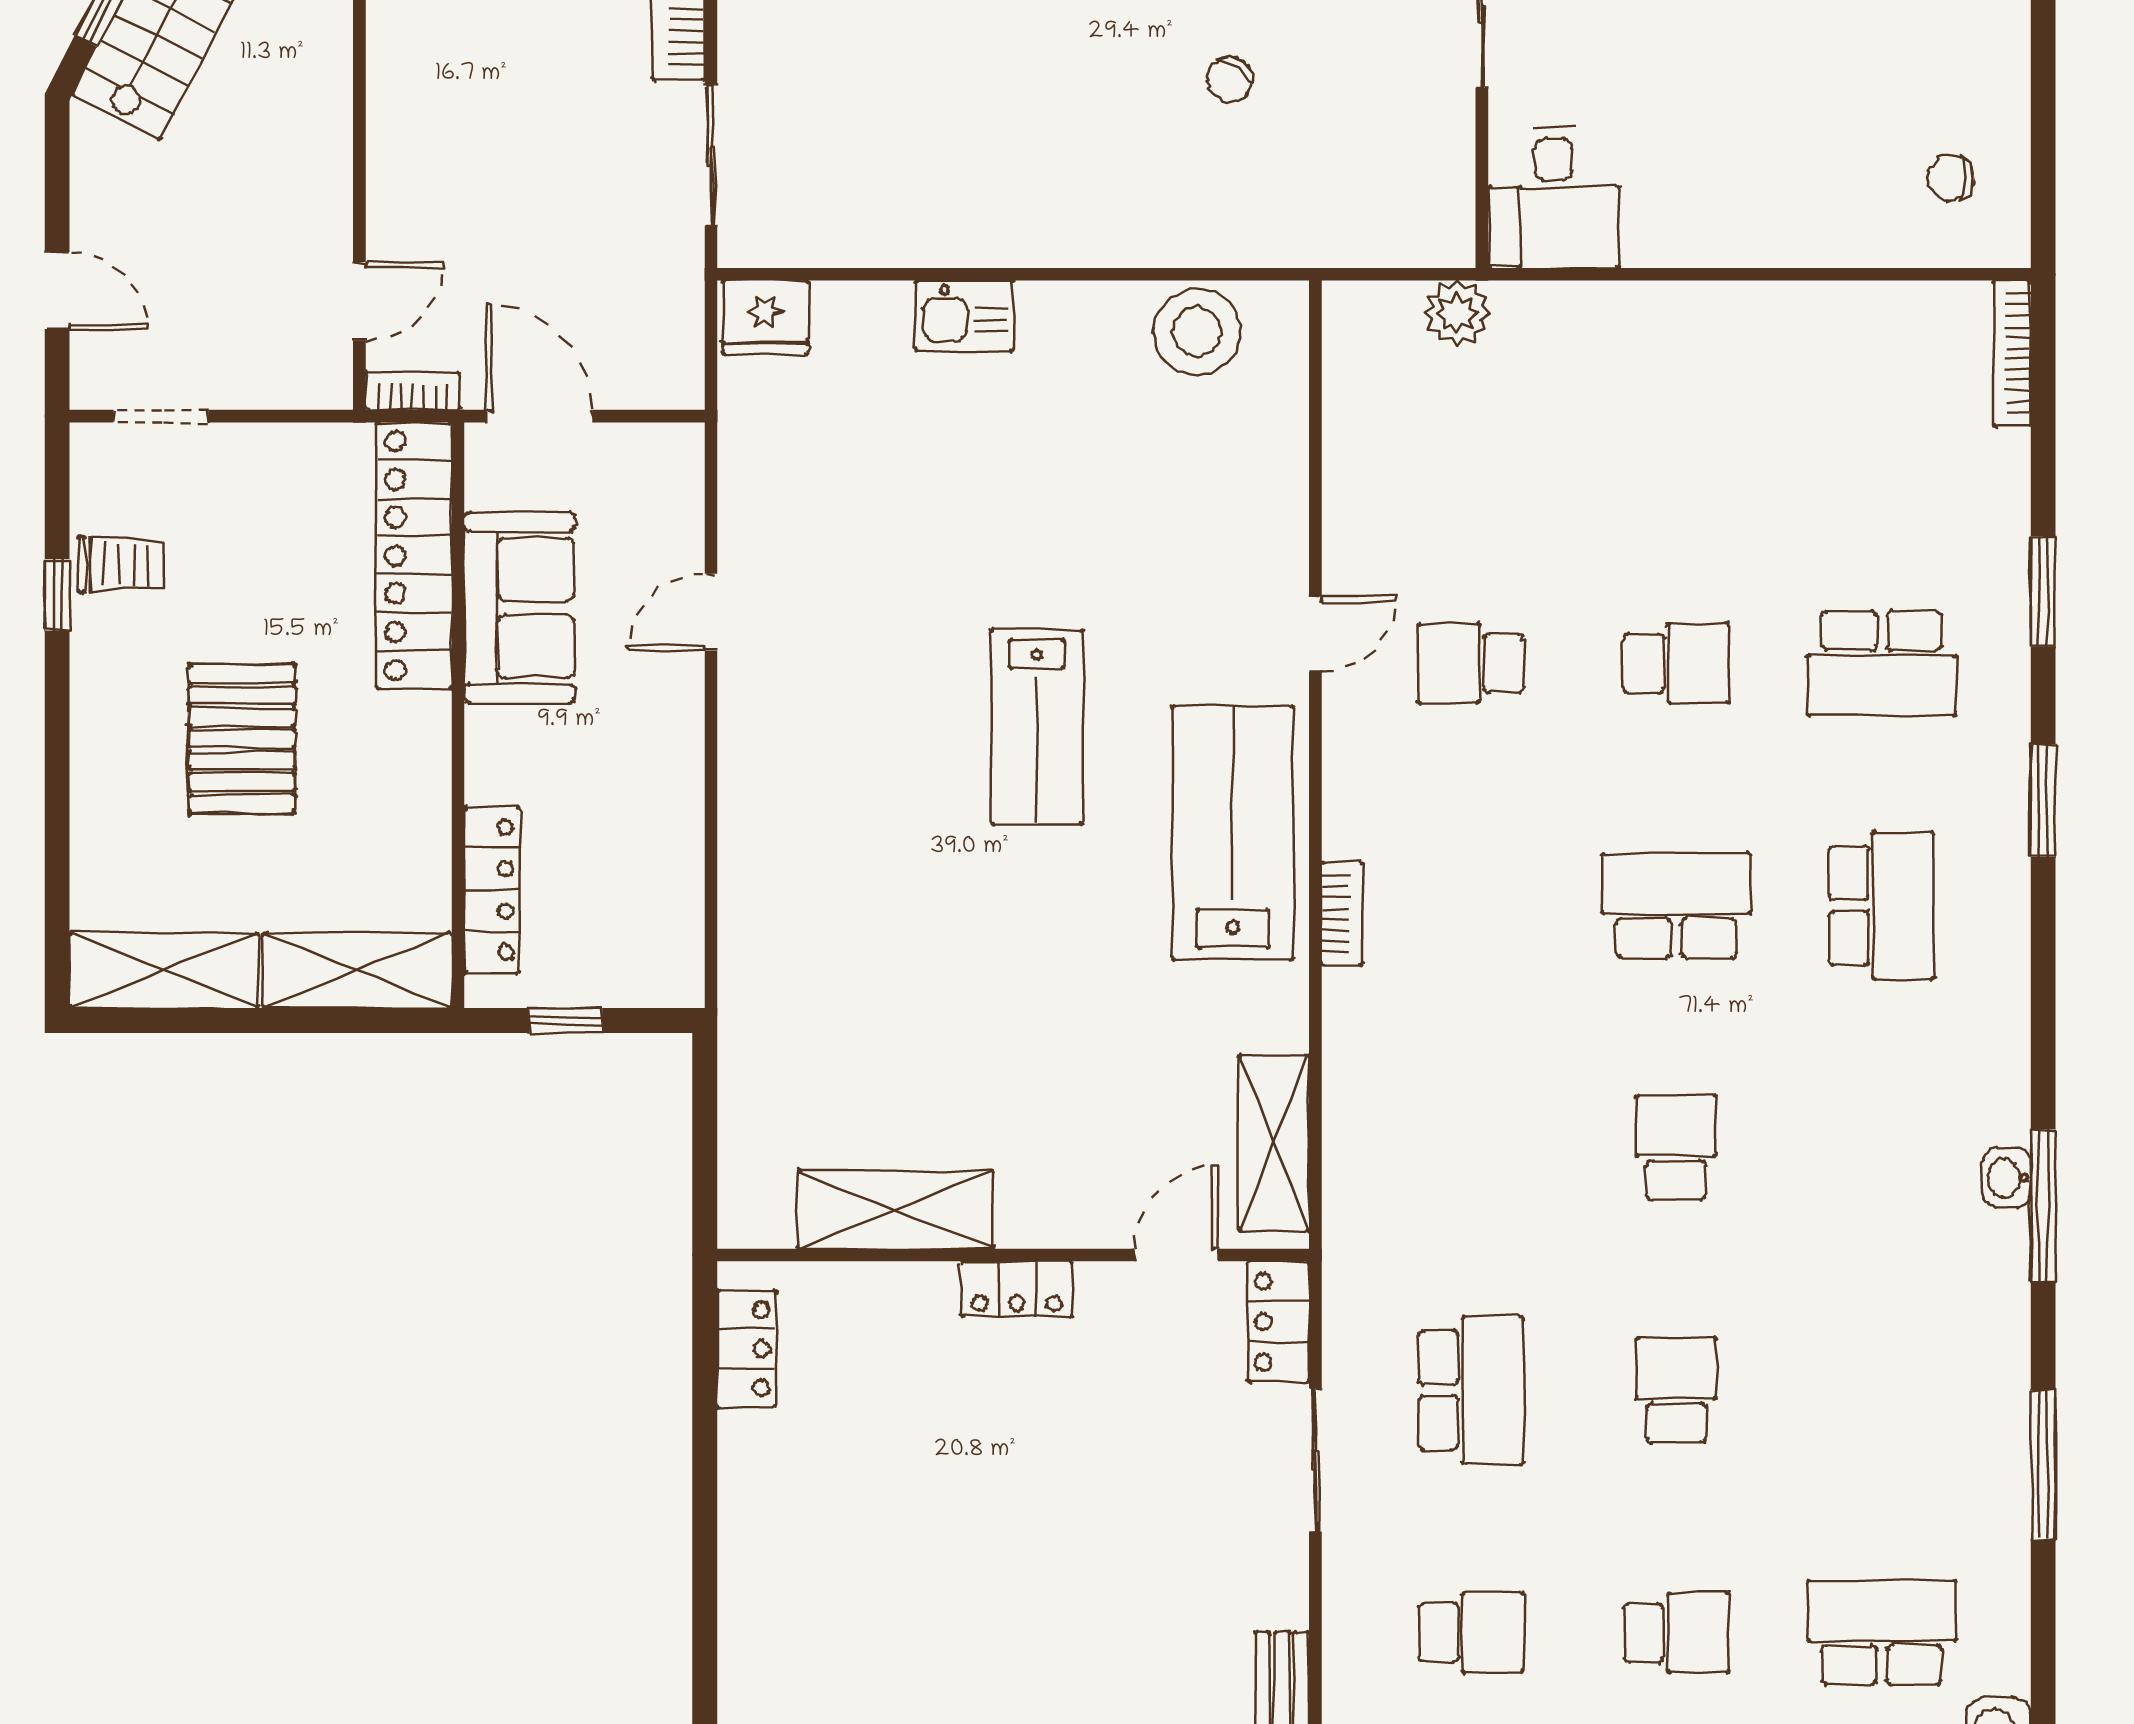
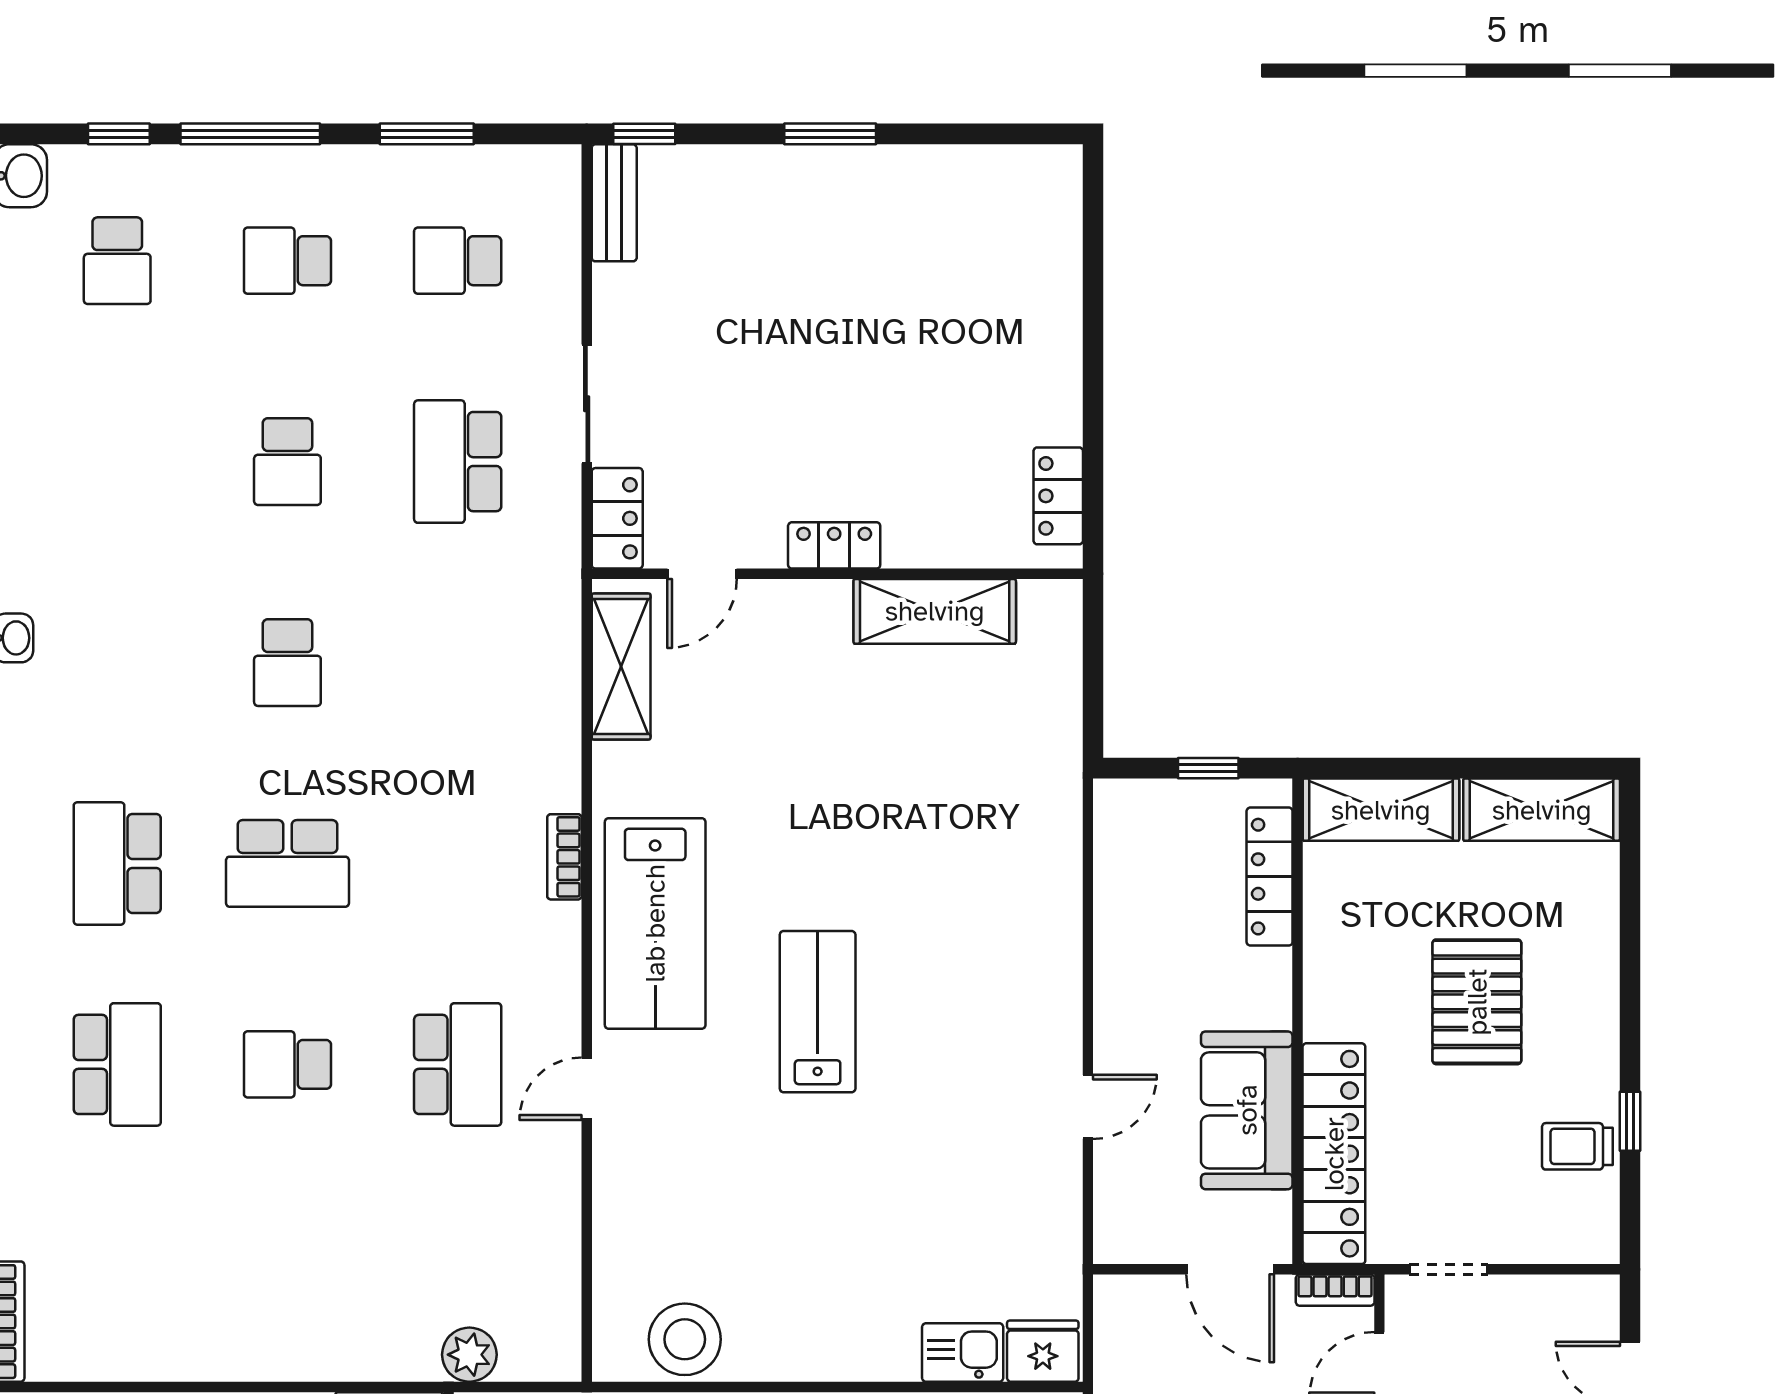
kitchen sink: (964, 316) -> (963, 1353), moved
doorway: (161, 416) -> (1448, 1269), moved
school desk: (1471, 663) -> (458, 1064), width x1.85
school desk: (1881, 663) -> (117, 1064), turned 90
school desk: (1881, 1633) -> (117, 261), width x0.54

